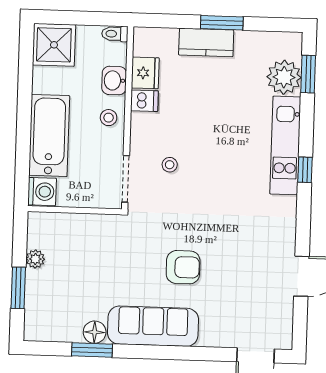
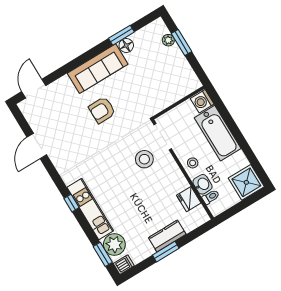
toilet: (115, 34) -> (211, 197), moved
dishwasher: (144, 101) -> (124, 265), moved, turned 180
stool: (170, 165) -> (144, 159), width x1.89, depth x1.89
plant: (35, 259) -> (168, 40), moved

